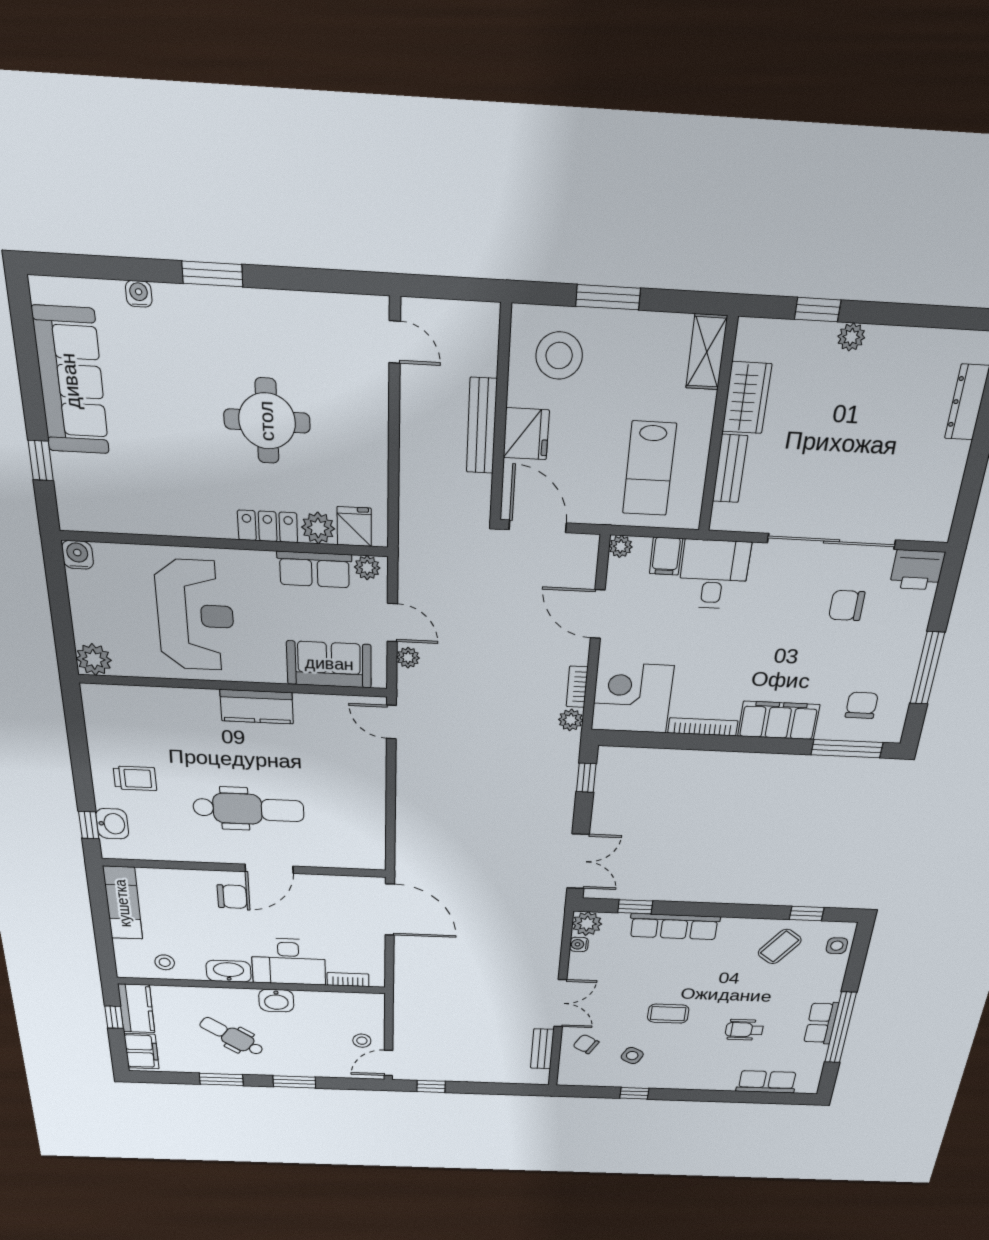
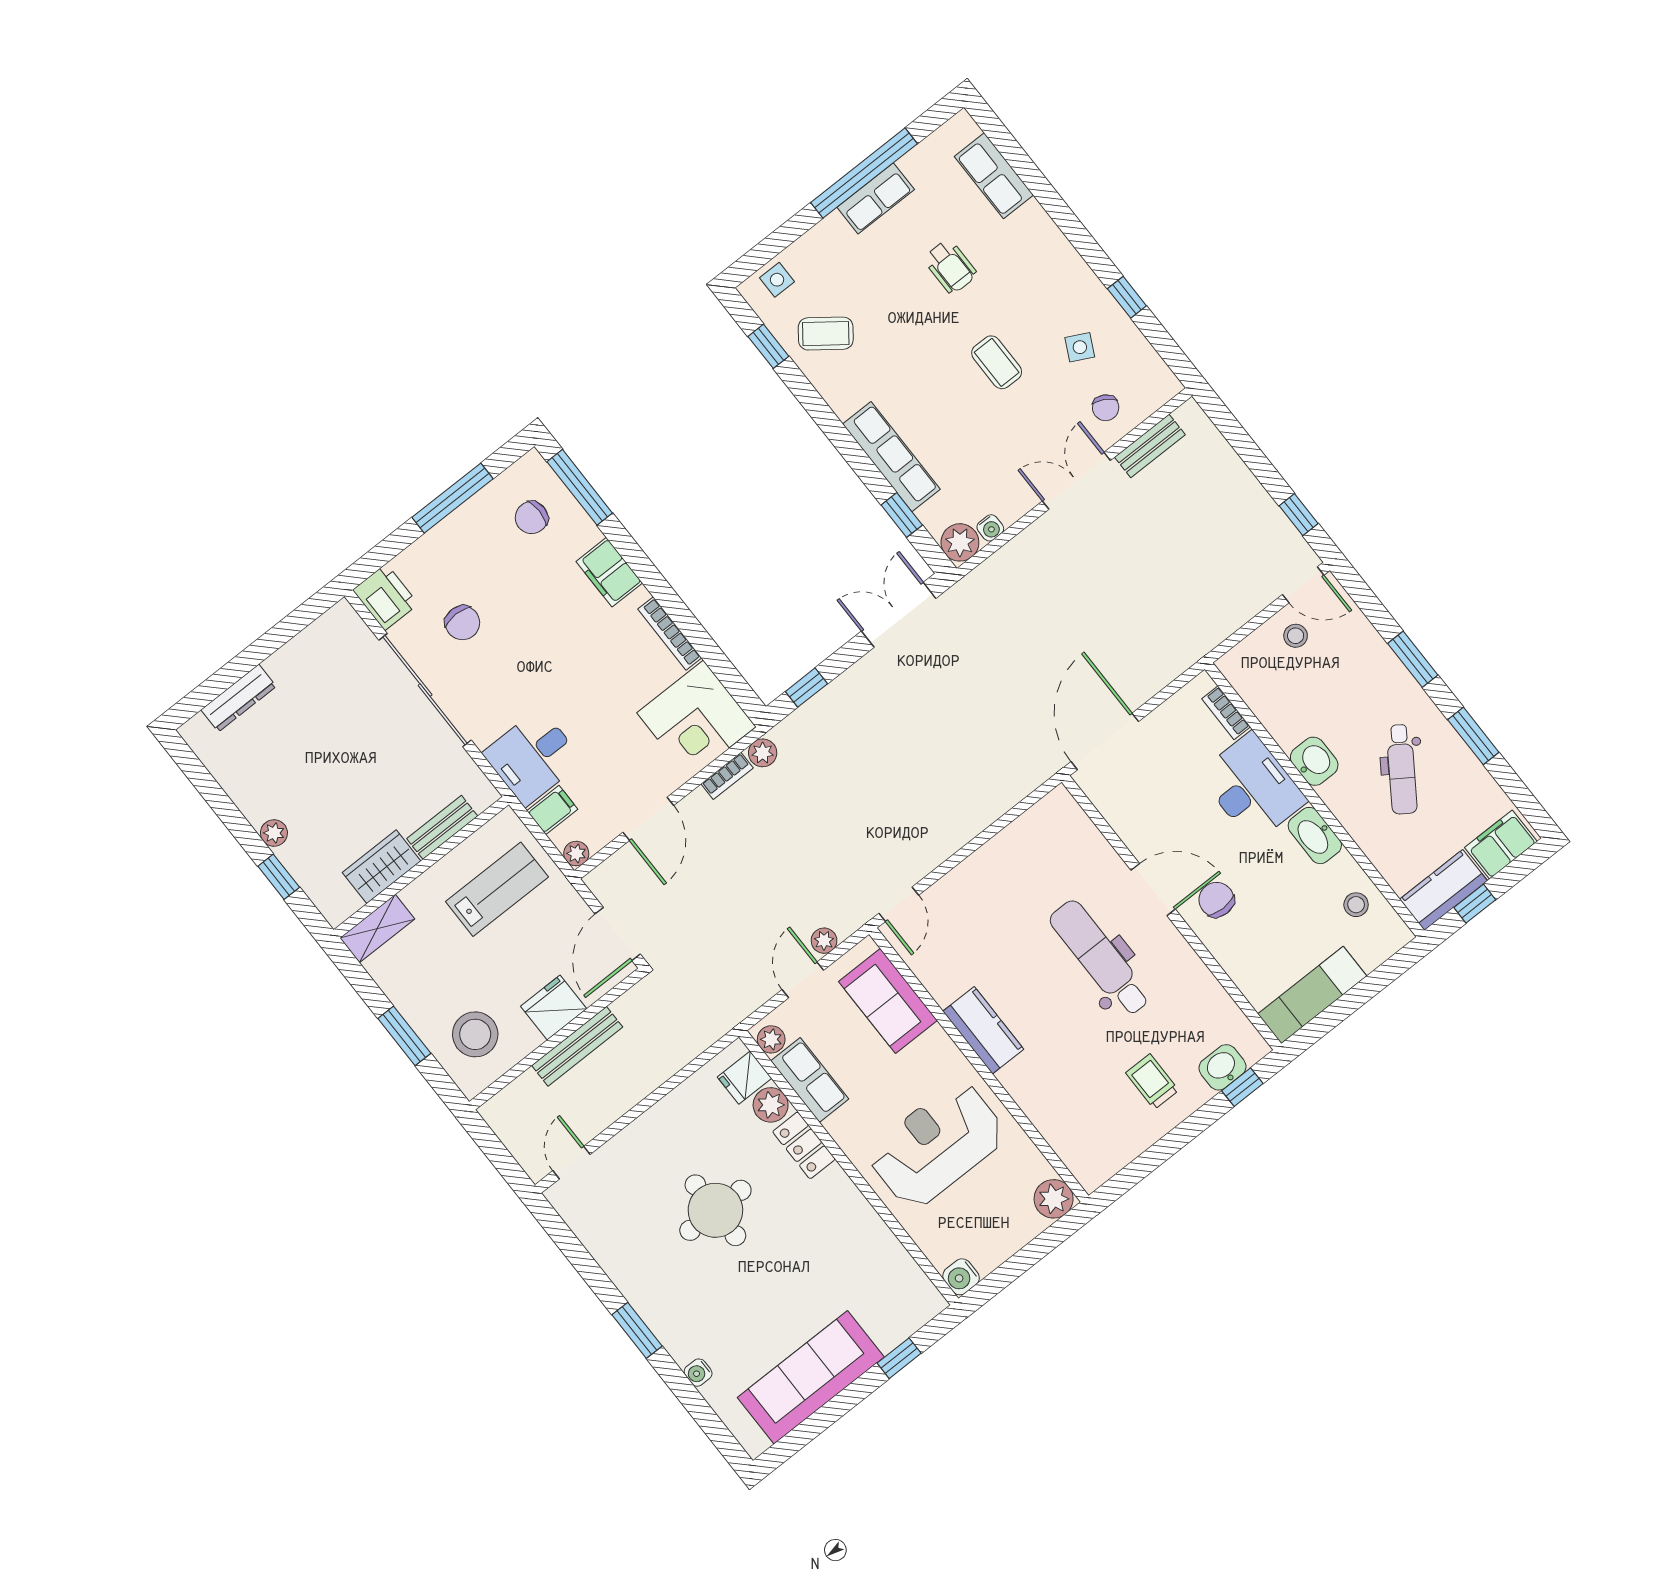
filing cabinet: (779, 720) -> (609, 572), width x0.67, depth x0.86

